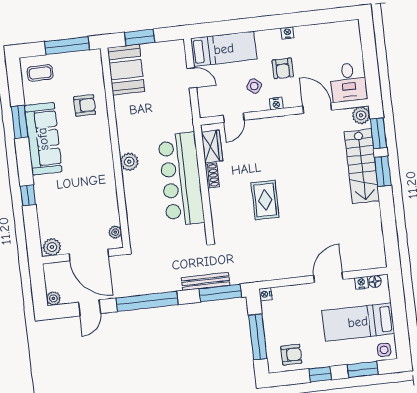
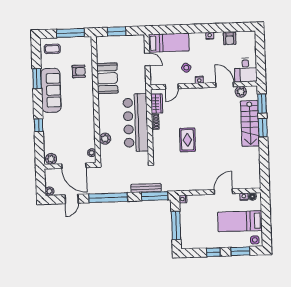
armchair: (283, 68) -> (230, 38), moved
booth: (126, 70) -> (107, 78), moved
plant: (361, 115) -> (241, 92), moved
plant: (129, 162) -> (105, 139), moved
armchair: (291, 355) -> (196, 238), removed

